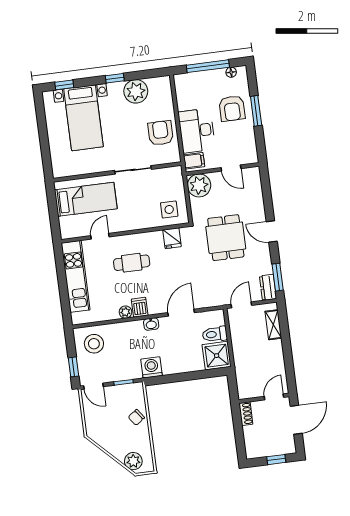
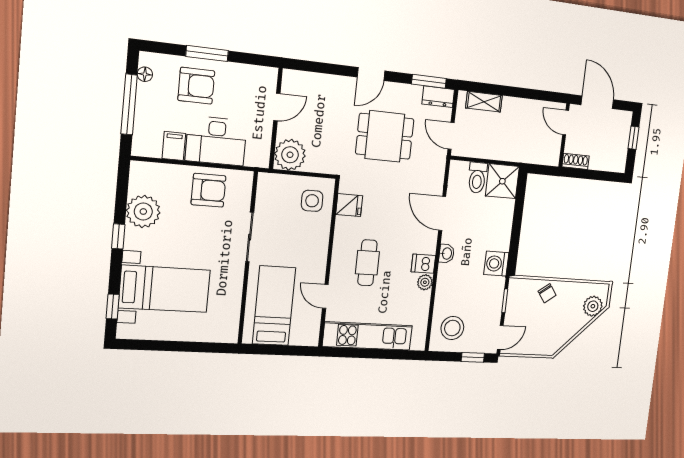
armchair: (161, 133) -> (209, 190), turned 180
filing cabinet: (194, 161) -> (174, 146), moved
dining table: (226, 238) -> (385, 136), moved

